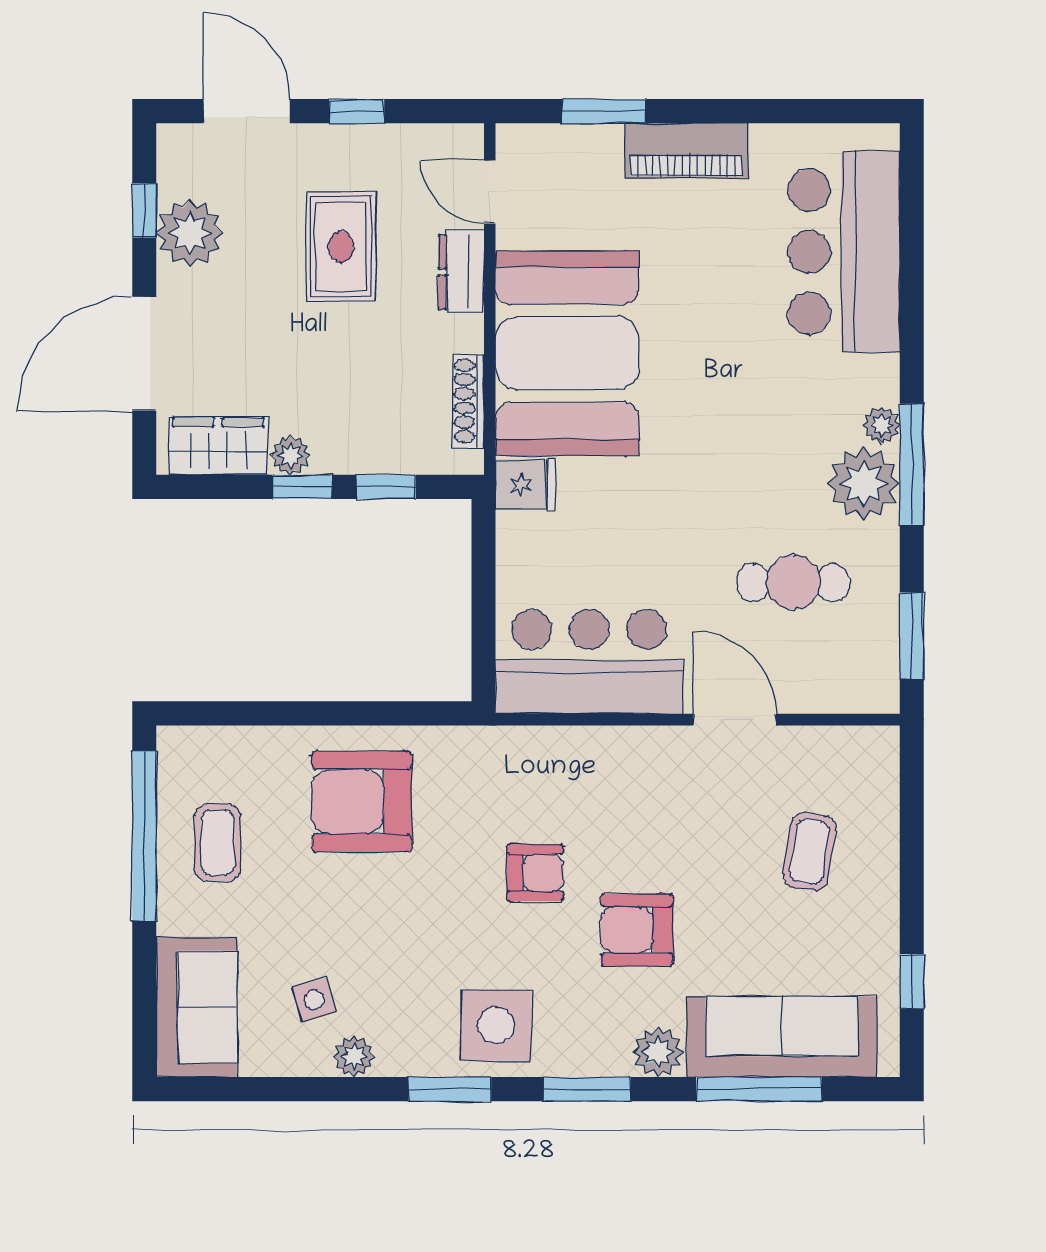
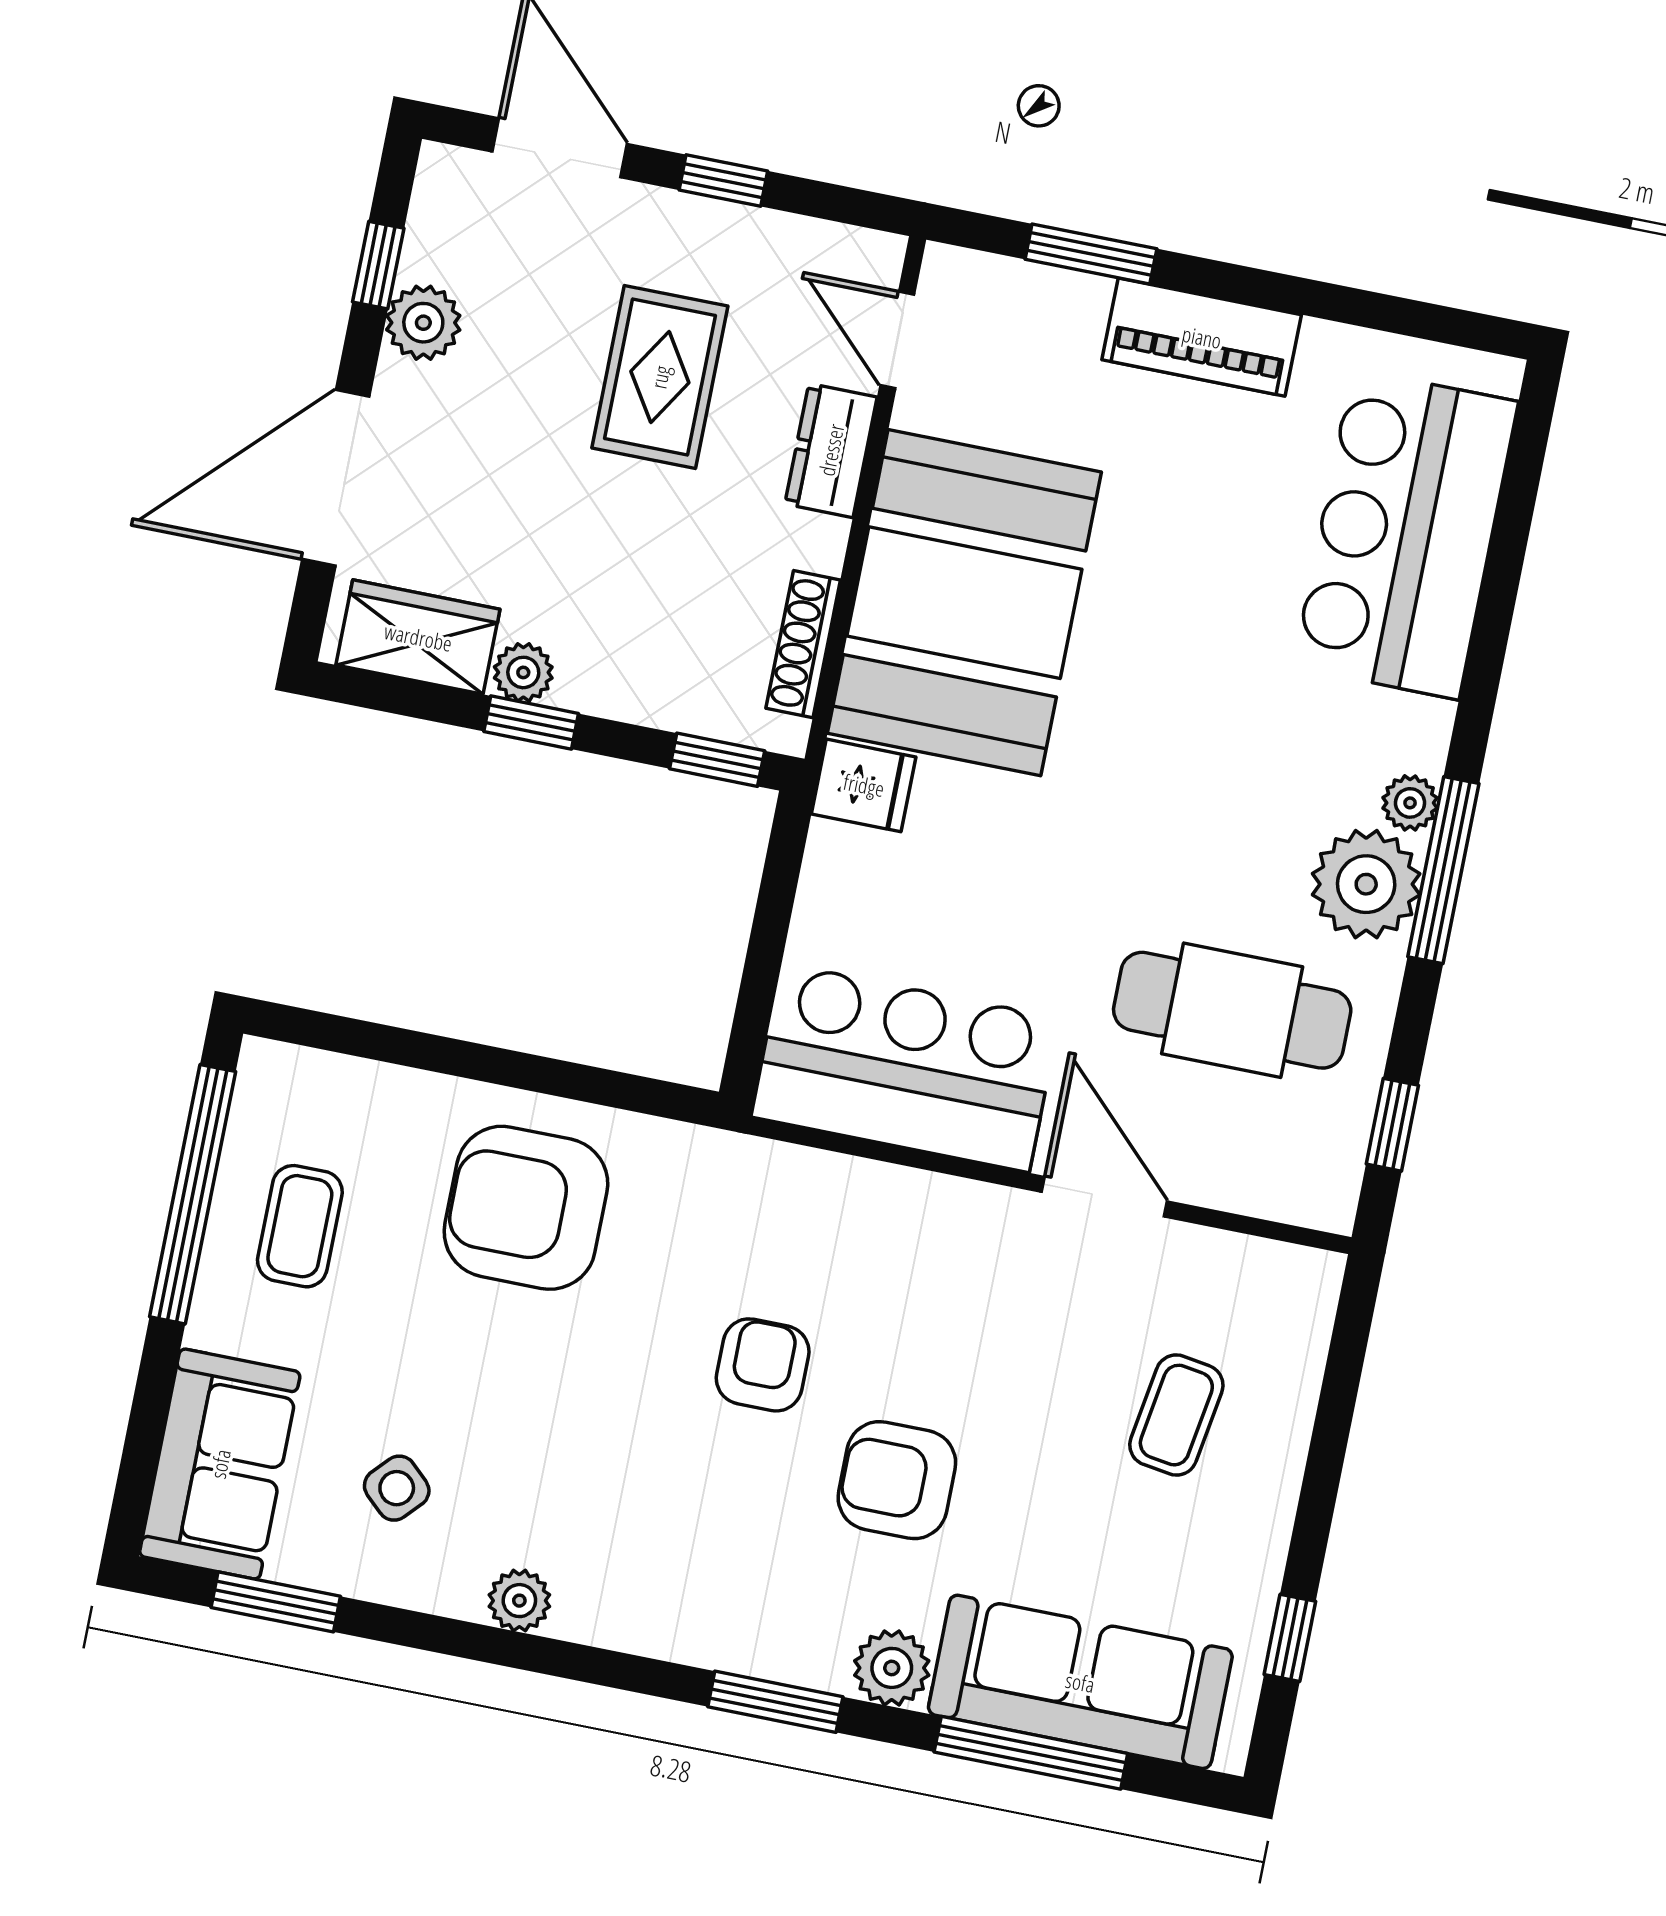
plant: (190, 233) -> (423, 323), width x0.73, depth x0.73
window: (386, 487) -> (717, 760), moved
cafe table: (793, 582) -> (1232, 1010), width x1.37, depth x1.35
window: (912, 636) -> (1392, 1125), width x0.67
armchair: (535, 873) -> (763, 1365), turned -90
side table: (314, 1000) -> (397, 1488), turned -32
side table: (496, 1025) -> (659, 1580), removed
plant: (354, 1057) -> (519, 1601), moved
window: (450, 1089) -> (276, 1602), moved

